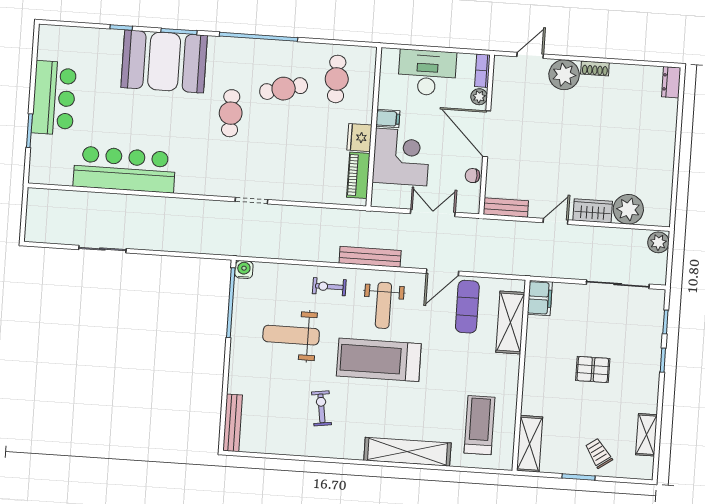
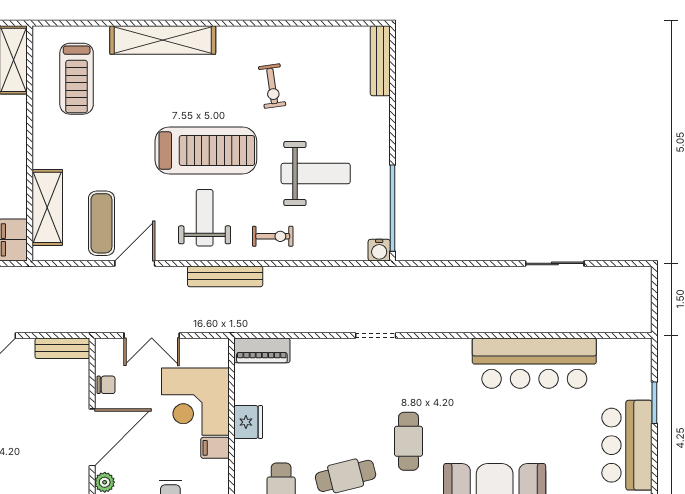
door: (487, 134) -> (92, 437), hinge flipped
piano: (358, 175) -> (262, 350), moved, turned 90

